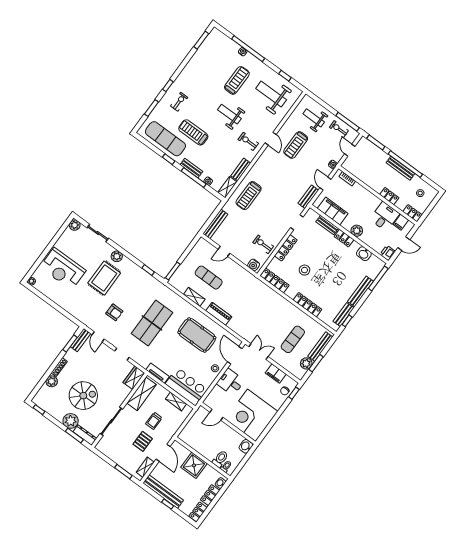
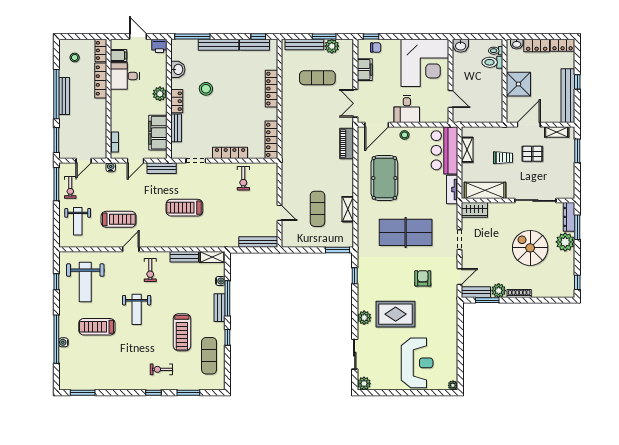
exercise mat: (165, 139) -> (209, 356), width x0.73, depth x0.69
treadmill: (249, 196) -> (184, 208), moved, turned 180
locker: (389, 196) -> (101, 81), width x1.53
water cooler: (254, 265) -> (271, 173), removed
stool: (304, 270) -> (206, 89), moved
piano: (219, 314) -> (347, 143), moved
plant: (52, 381) -> (499, 291), moved

